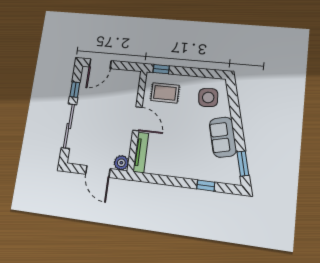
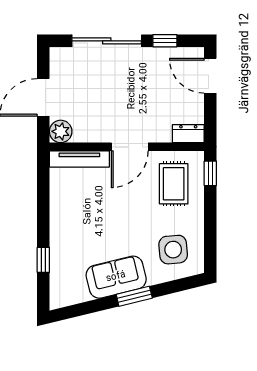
dresser: (134, 81) -> (188, 134), added
window: (243, 164) -> (134, 296), moved

